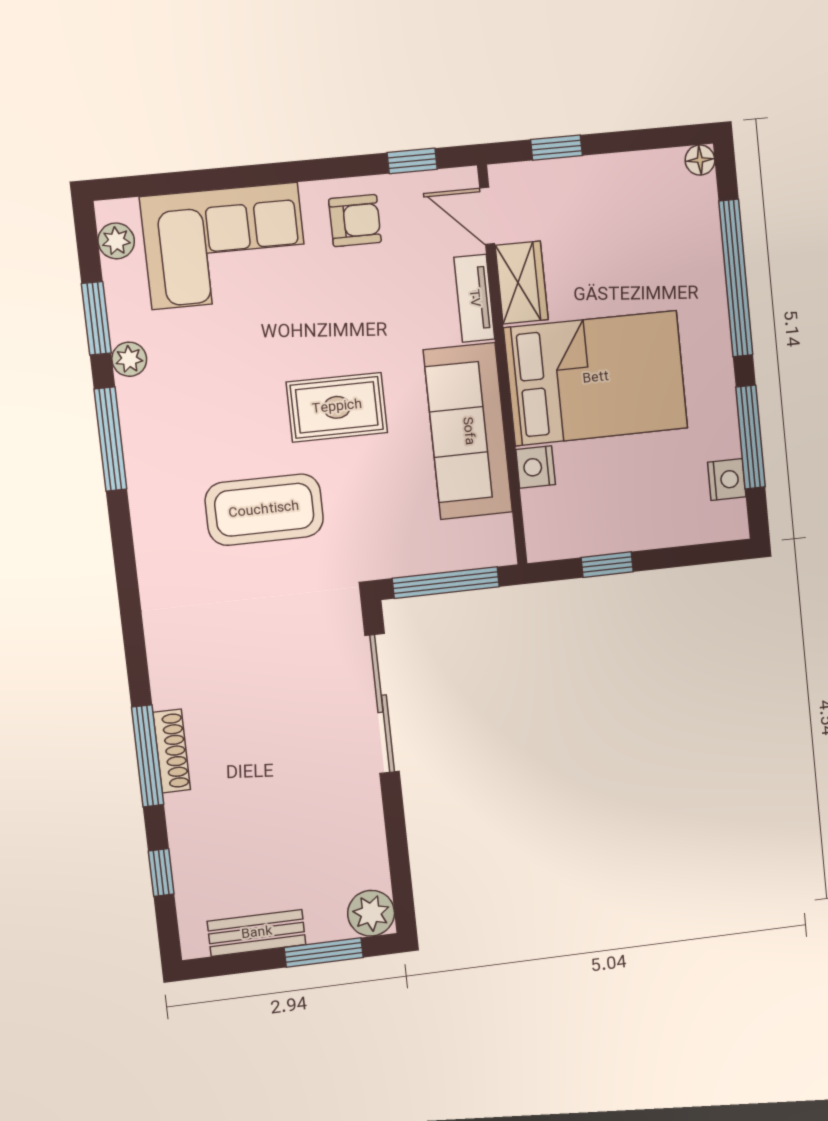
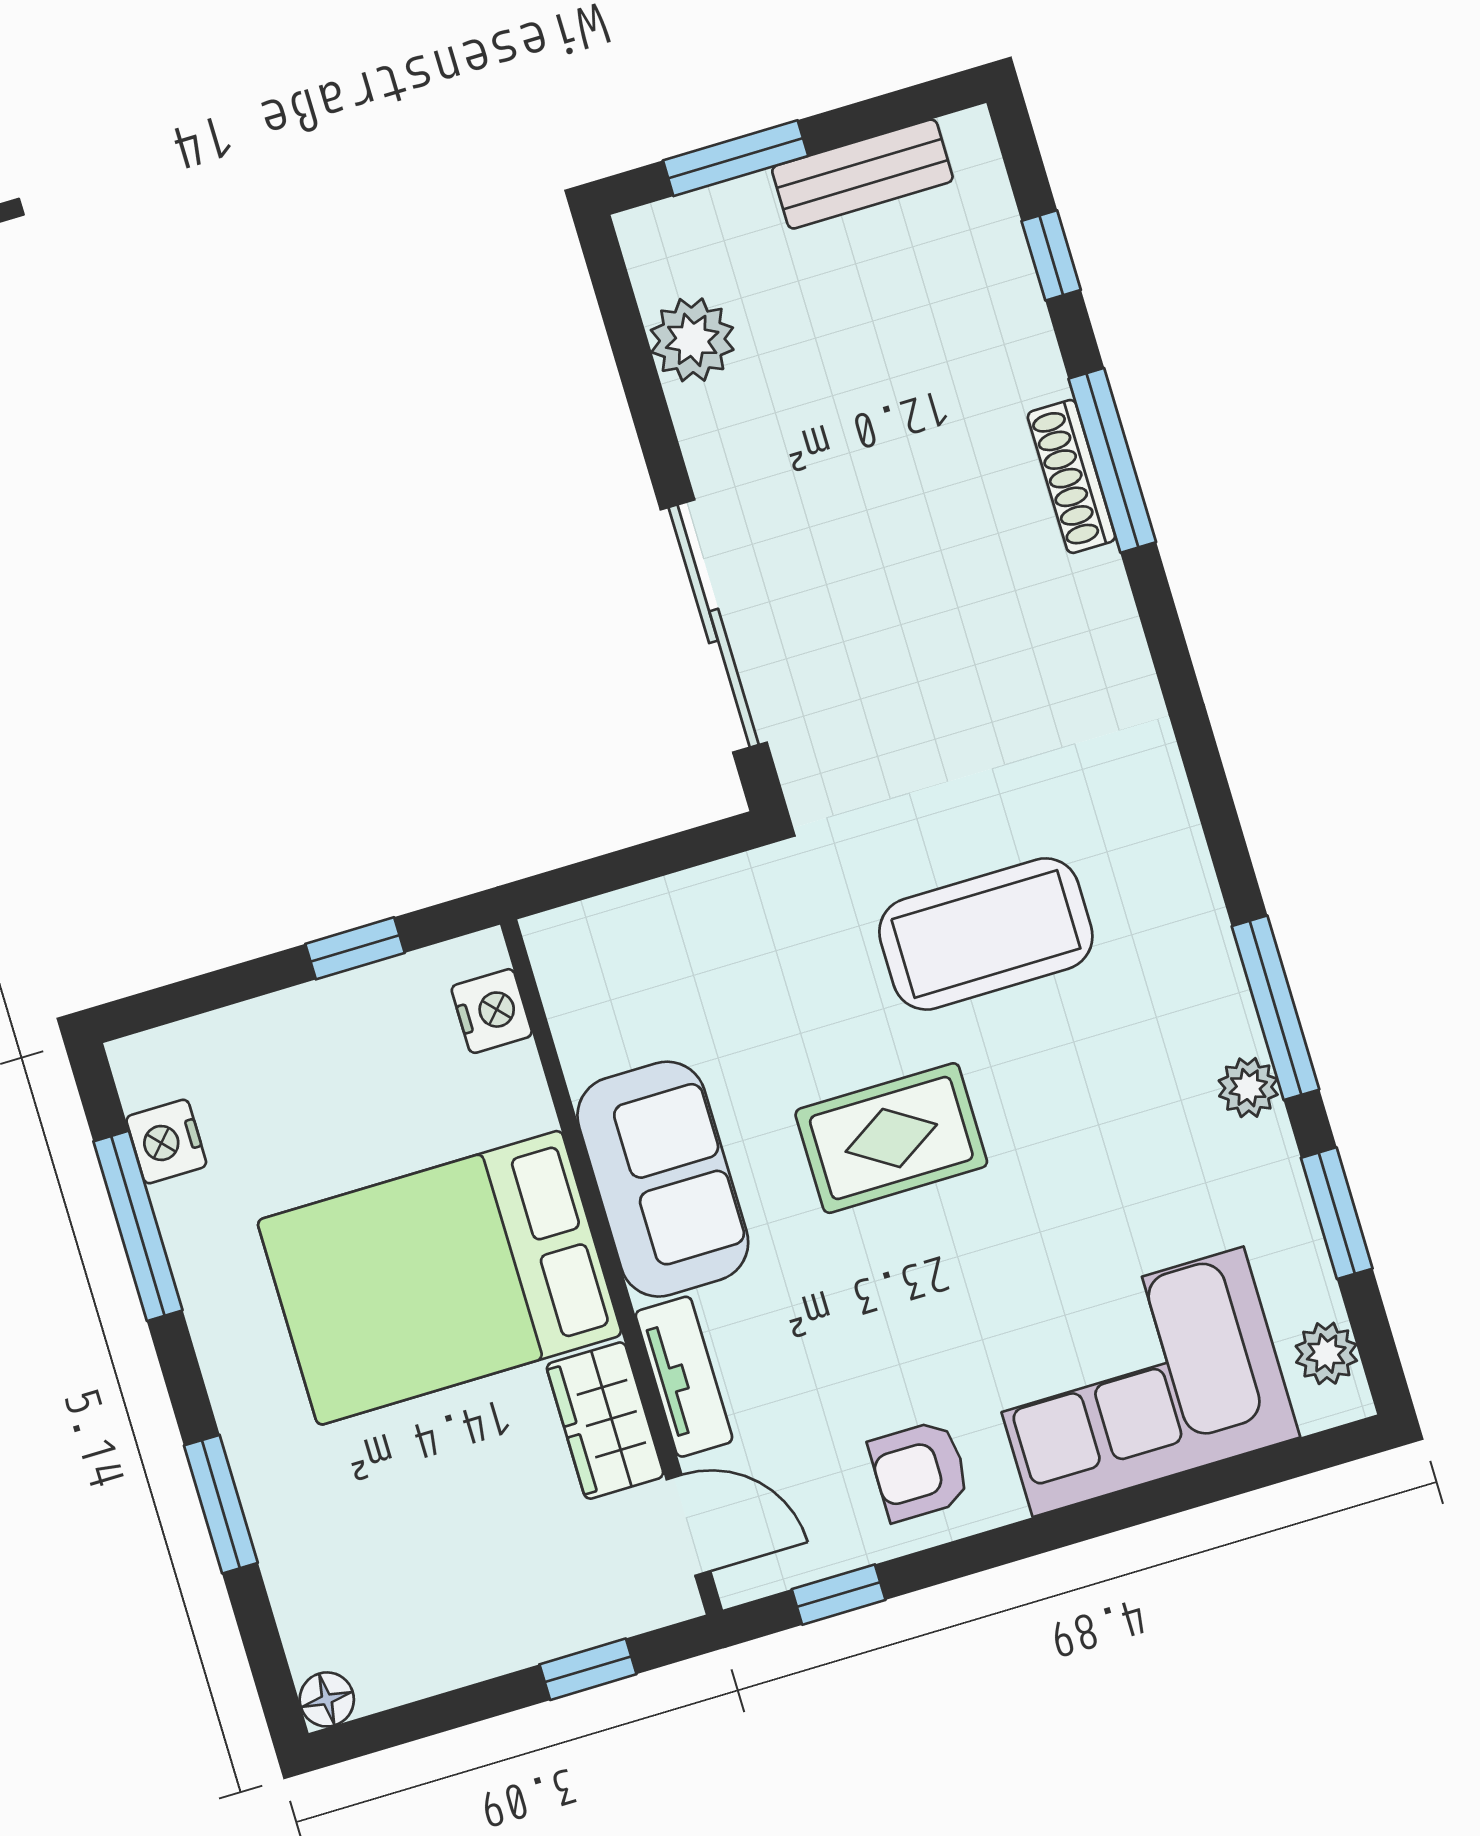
window: (736, 278) -> (221, 1504), width x0.47
plant: (129, 359) -> (1248, 1088), moved
sofa: (468, 431) -> (663, 1179), width x0.73
nightstand: (536, 467) -> (492, 1011), moved
window: (446, 583) -> (640, 863), removed
plant: (371, 913) -> (692, 340), moved

